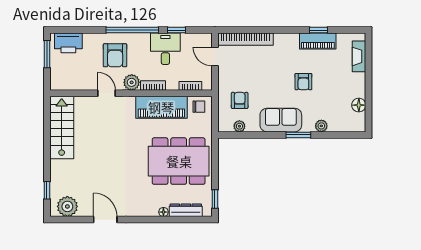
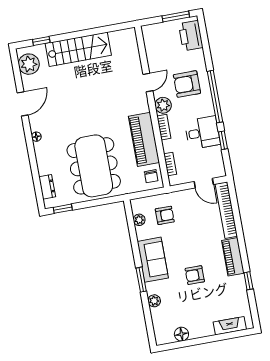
piano: (318, 41) -> (233, 257), moved
door: (215, 57) -> (204, 183), swing flipped
stairs: (62, 127) -> (78, 49), moved
dresser: (186, 210) -> (47, 187), width x0.70
floor lamp: (163, 212) -> (36, 137), moved

